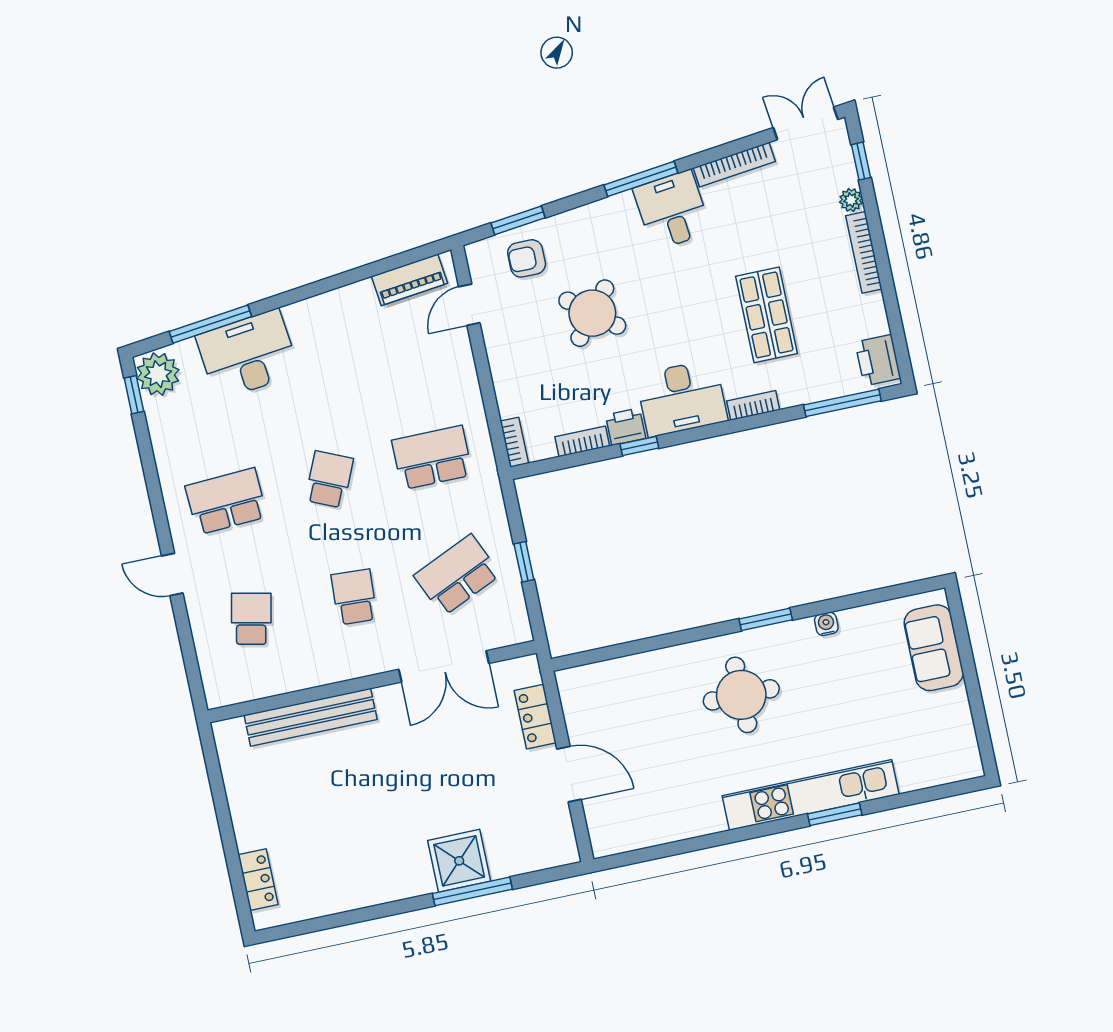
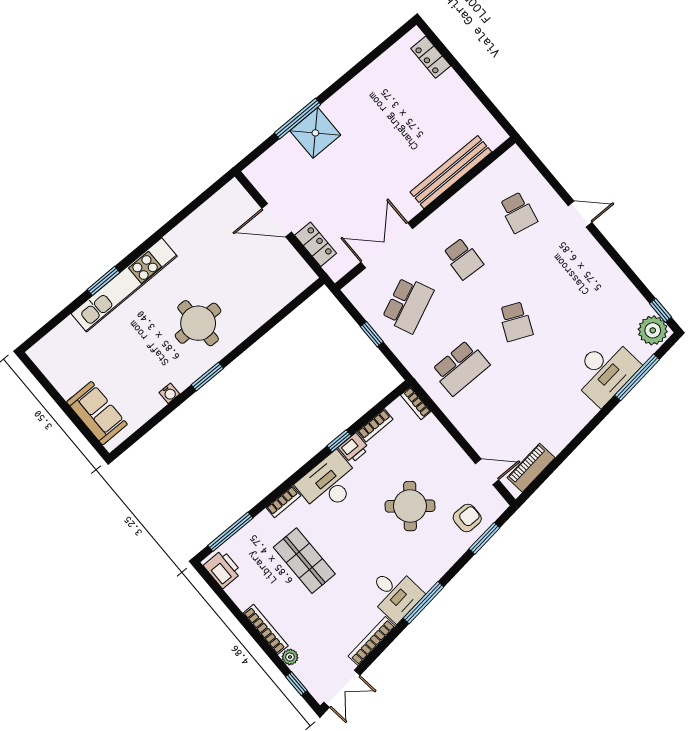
door: (469, 305) -> (487, 472), hinge flipped
school desk: (226, 501) -> (571, 275), removed

